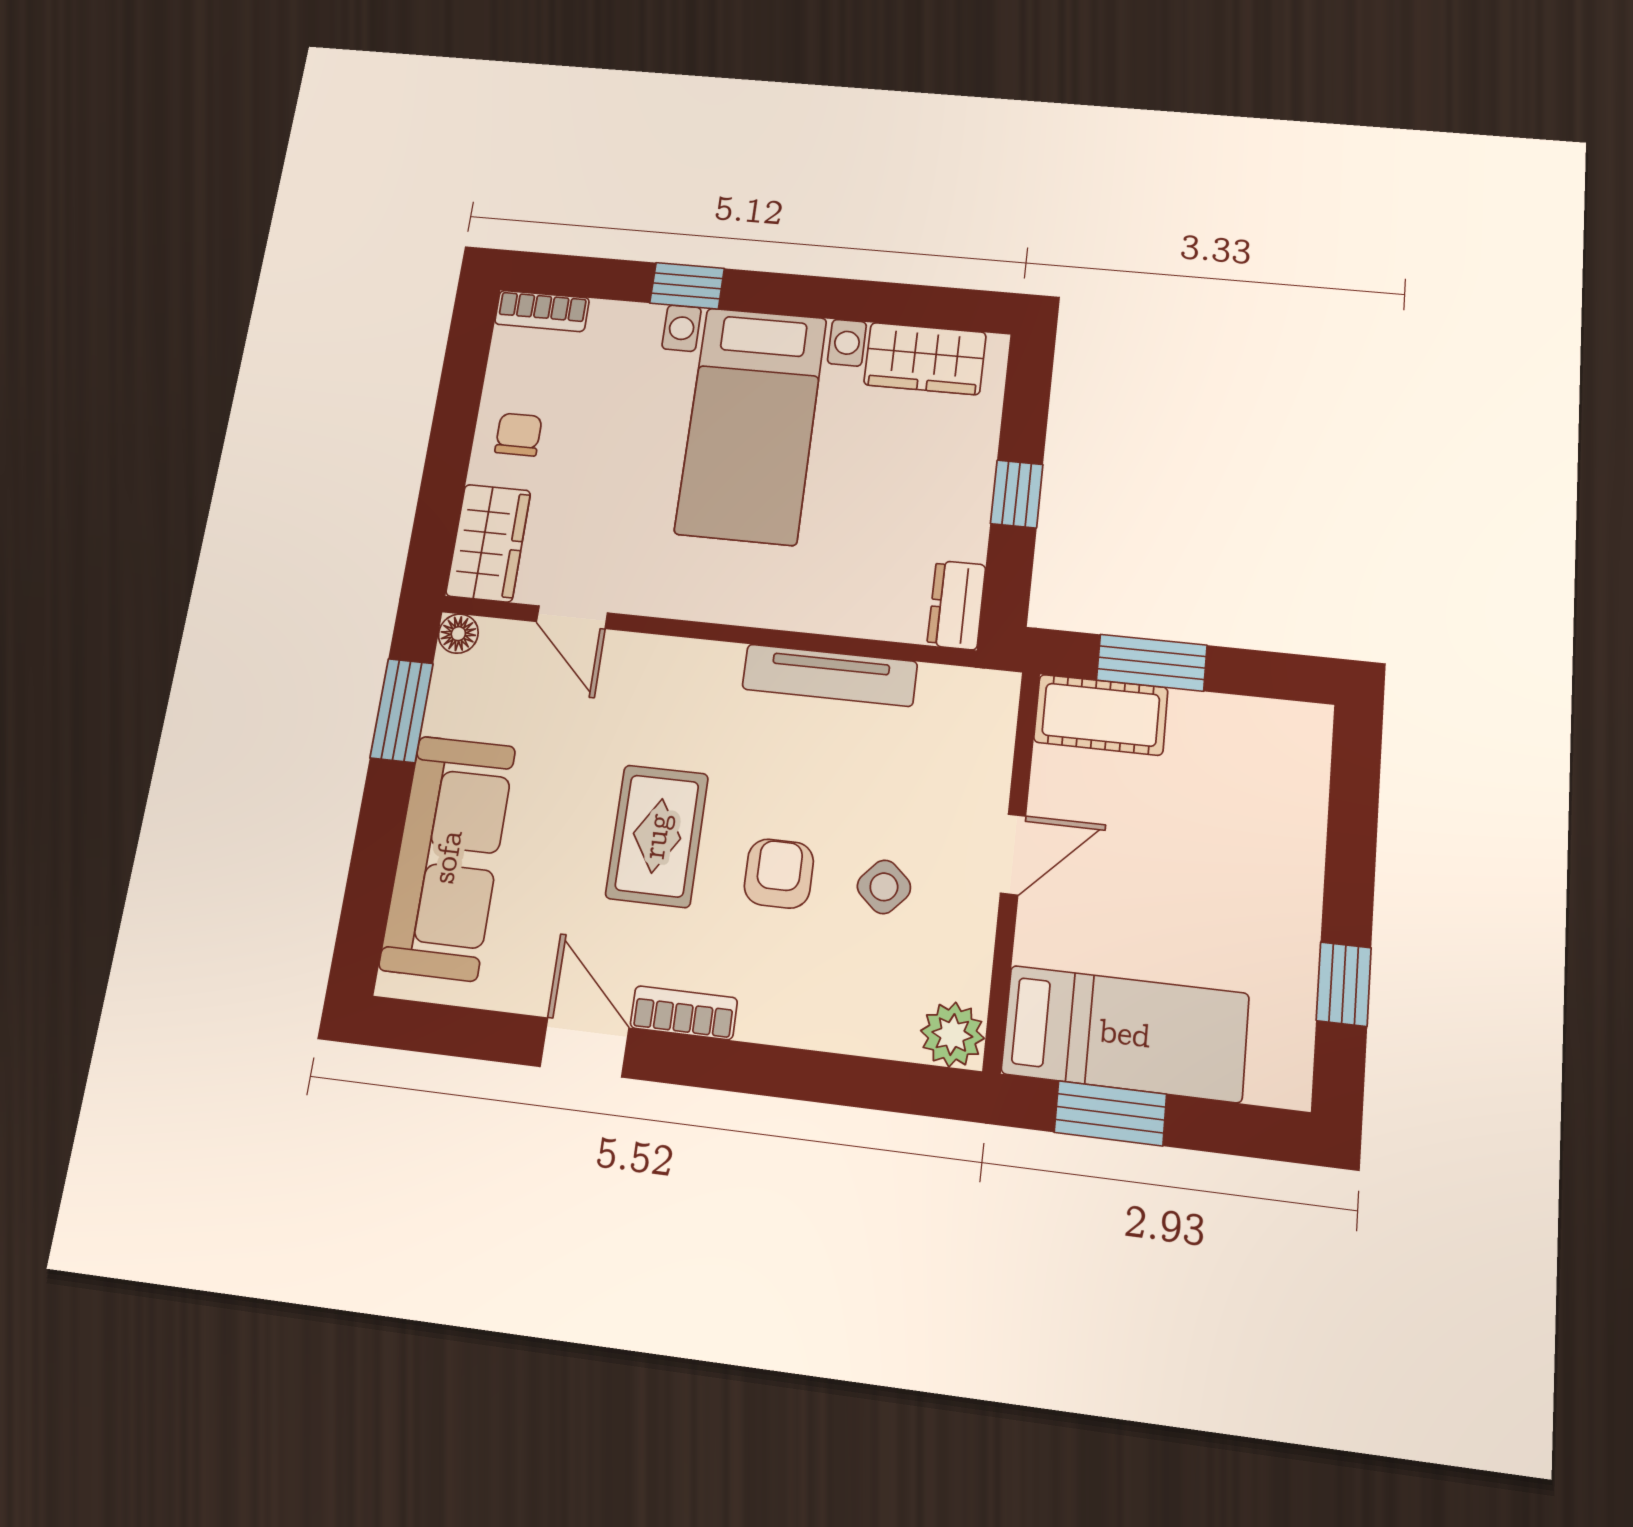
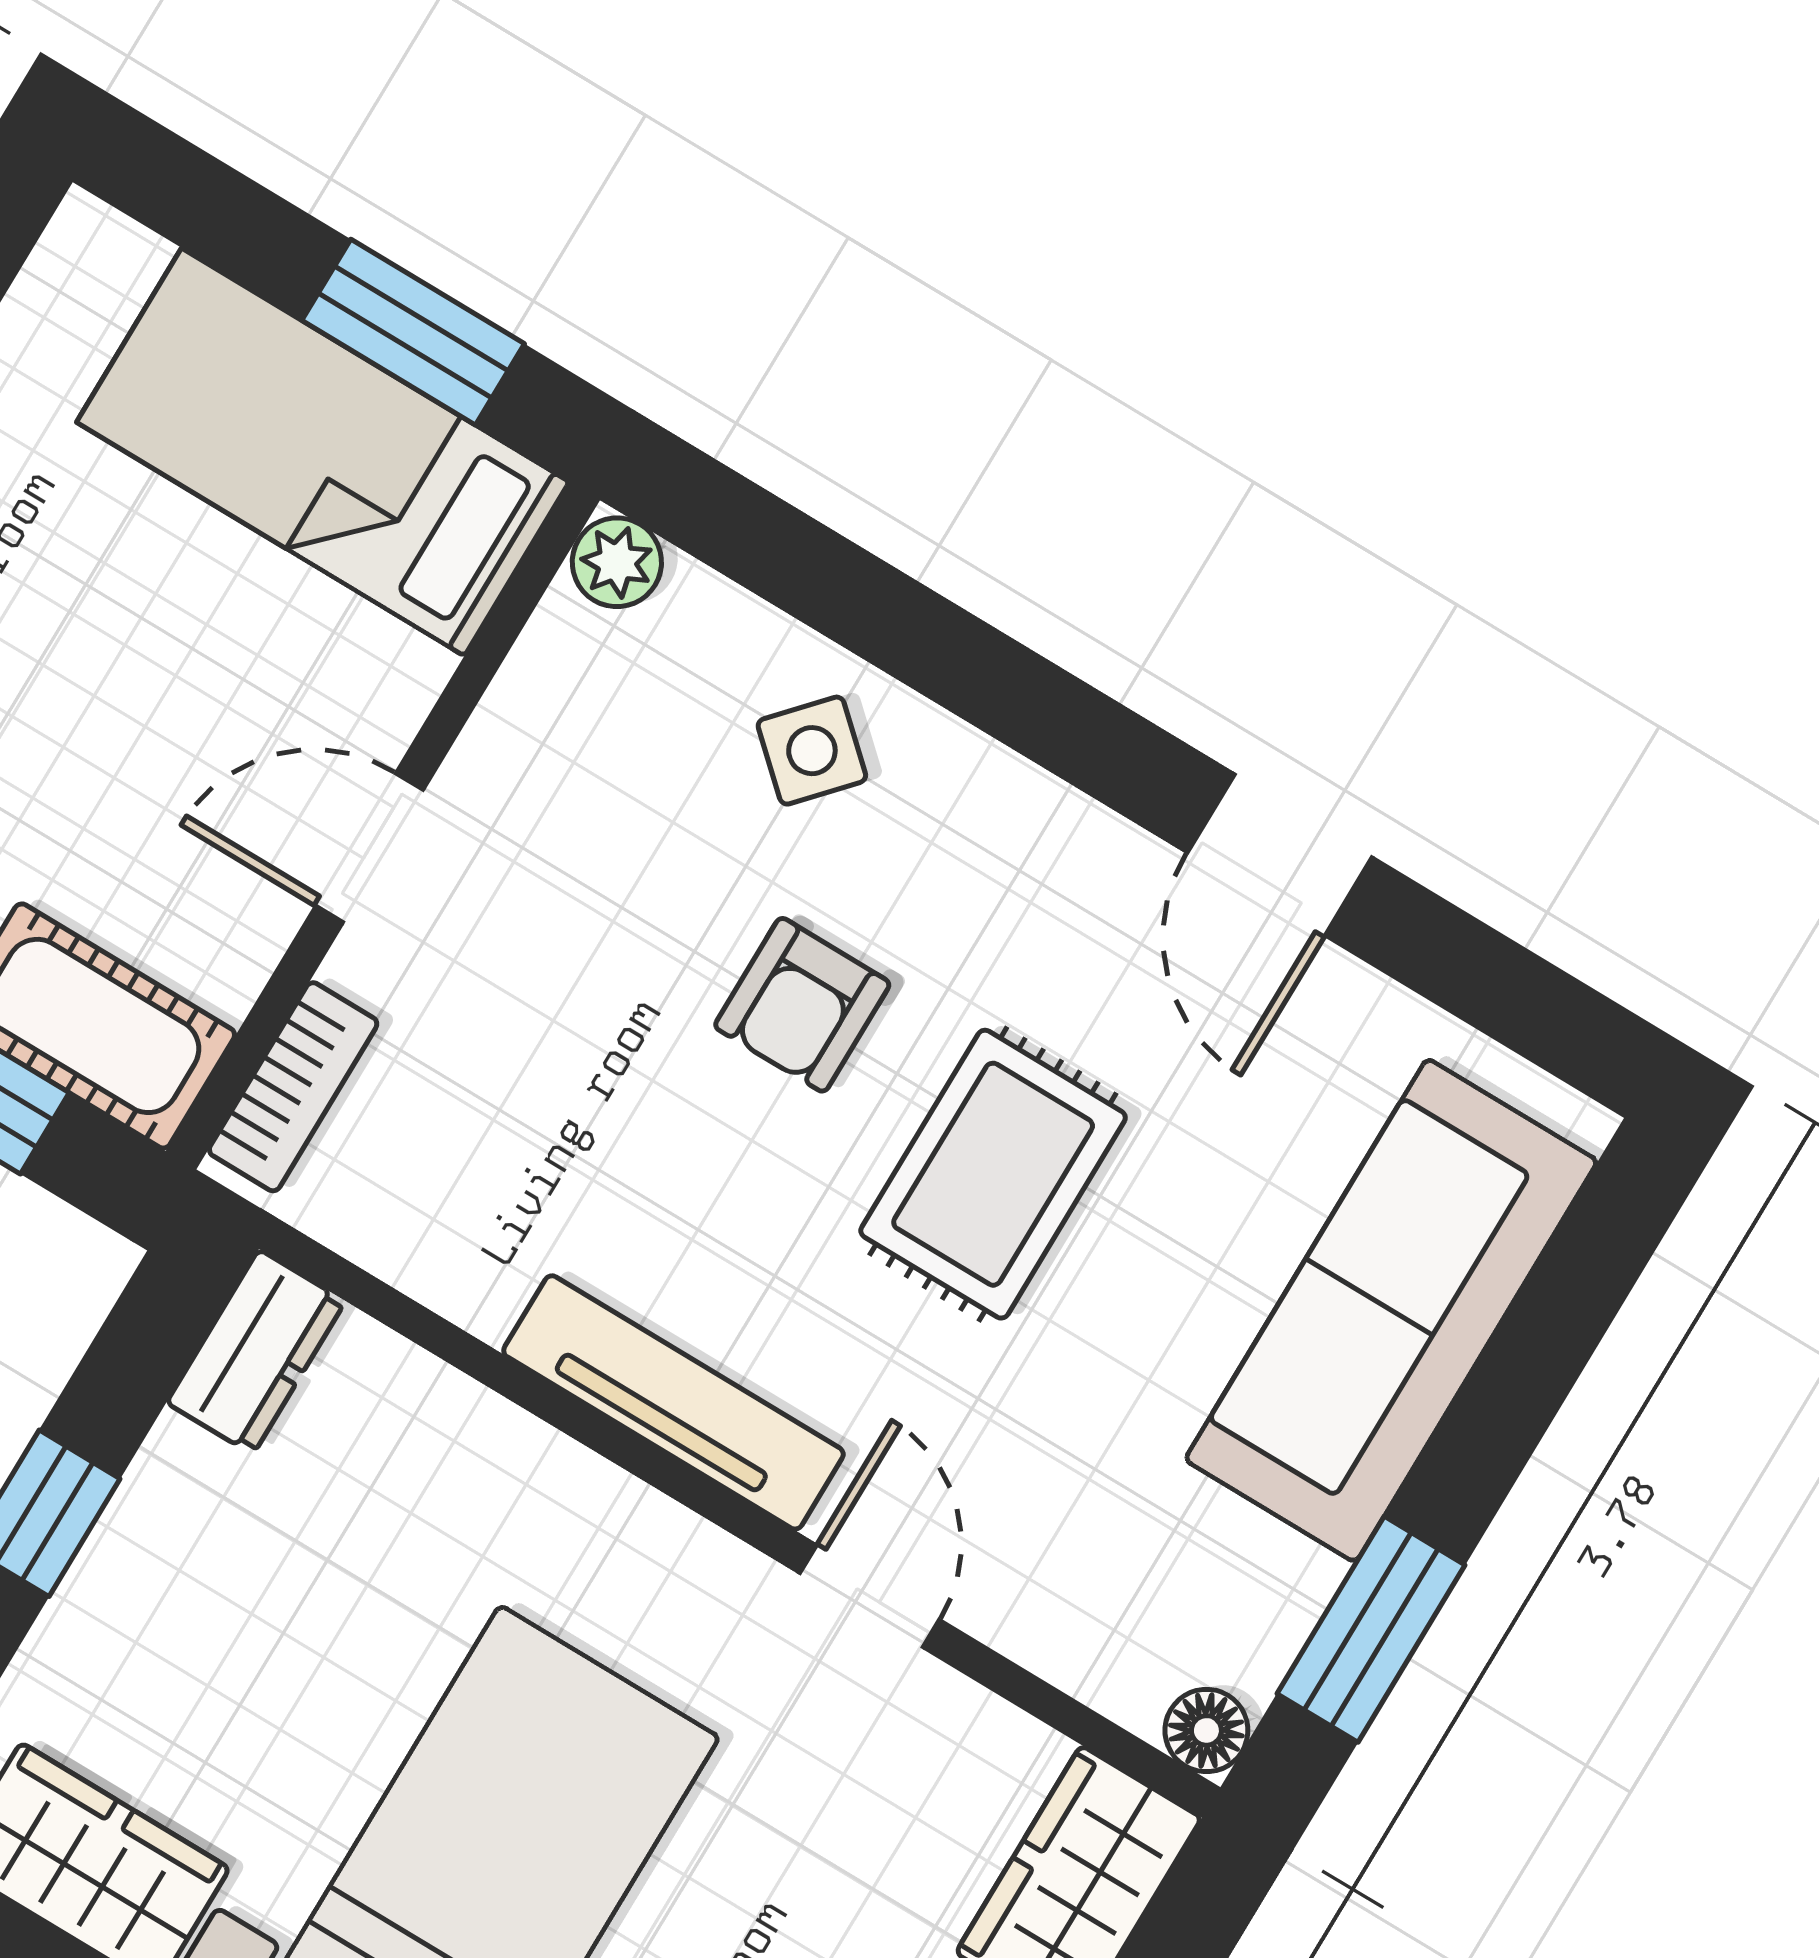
door: (572, 617) -> (870, 1596), moved
tv unit: (830, 675) -> (673, 1402), moved
side table: (884, 887) -> (812, 751), moved
bookcase: (684, 1013) -> (293, 1087), moved, turned -90
plant: (952, 1034) -> (617, 562), width x0.73, depth x0.73

